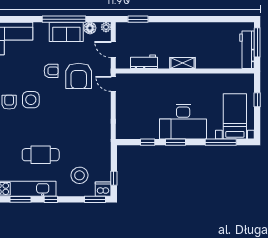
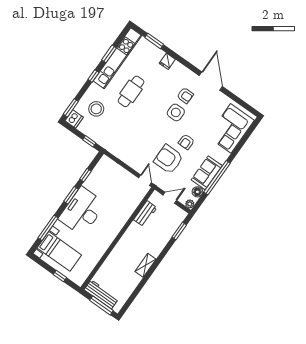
shelving: (183, 63) -> (146, 265), moved
door: (113, 84) -> (145, 180), hinge flipped
window: (114, 178) -> (89, 141), moved

